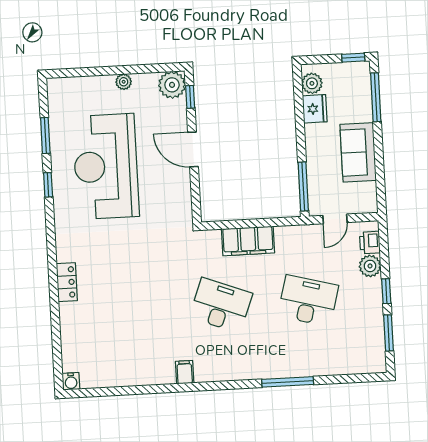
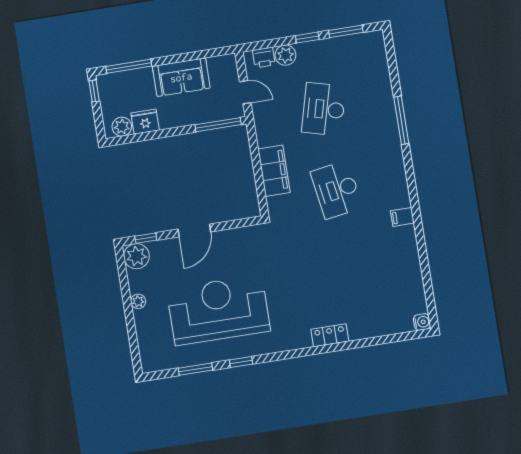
reception desk: (106, 166) -> (218, 310), turned 180
desk: (221, 305) -> (336, 190), turned -30

